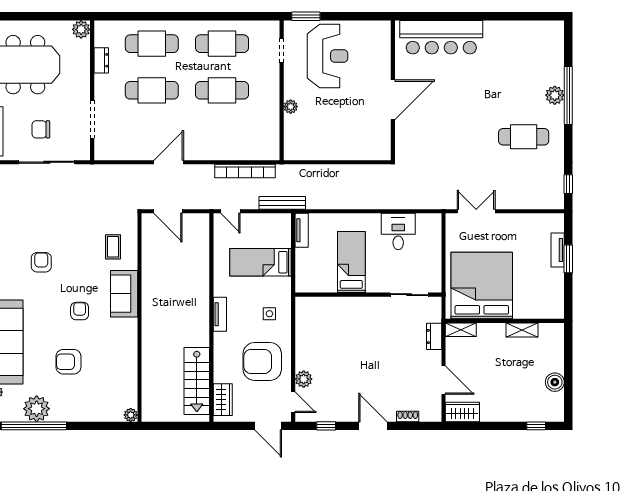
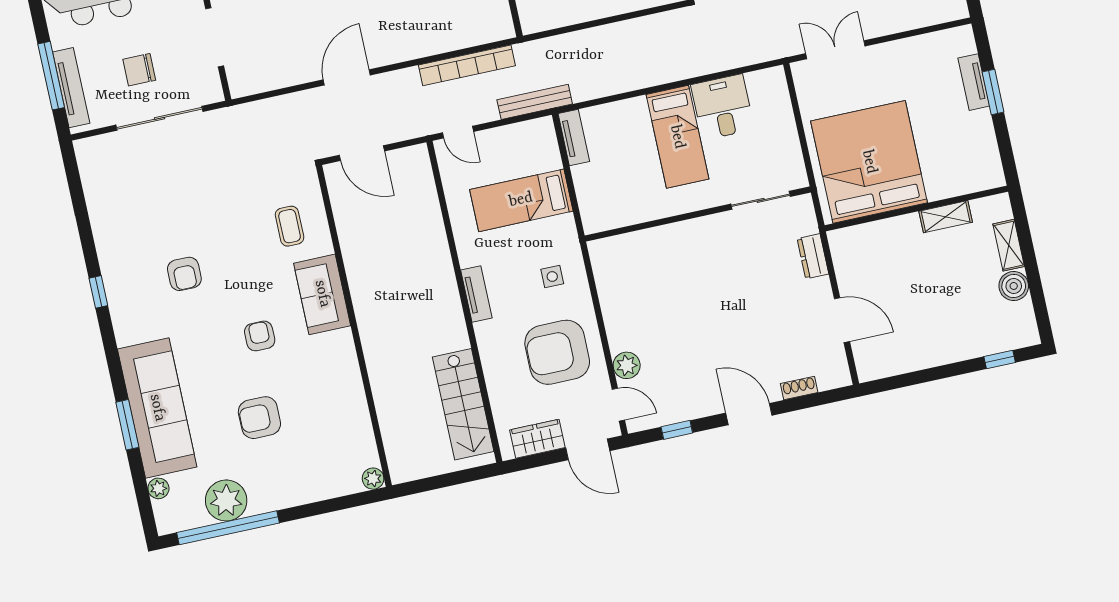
armchair: (41, 262) -> (184, 274), turned 180
bed: (351, 262) -> (677, 137), moved, turned 180
shelving: (461, 330) -> (1009, 245), moved, turned 90
wardrobe: (223, 400) -> (537, 439), moved, turned -90
wardrobe: (462, 412) -> (882, 363), removed

